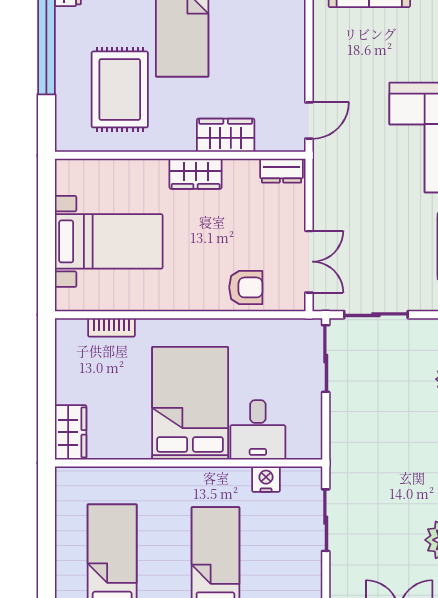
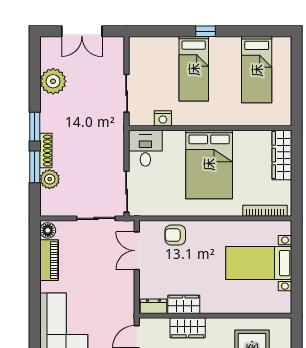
wardrobe: (196, 174) -> (184, 304), moved
bookcase: (111, 327) -> (265, 211), width x1.56
desk: (258, 430) -> (145, 148), moved
wardrobe: (71, 432) -> (282, 155), width x1.50

